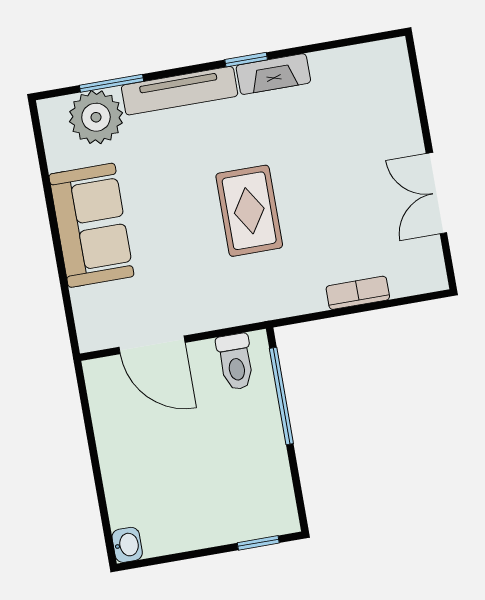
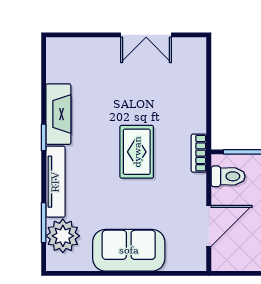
fireplace: (273, 74) -> (58, 114), width x1.37, depth x1.32
rug: (249, 211) -> (137, 152), turned 90
bookcase: (358, 293) -> (199, 153), moved

